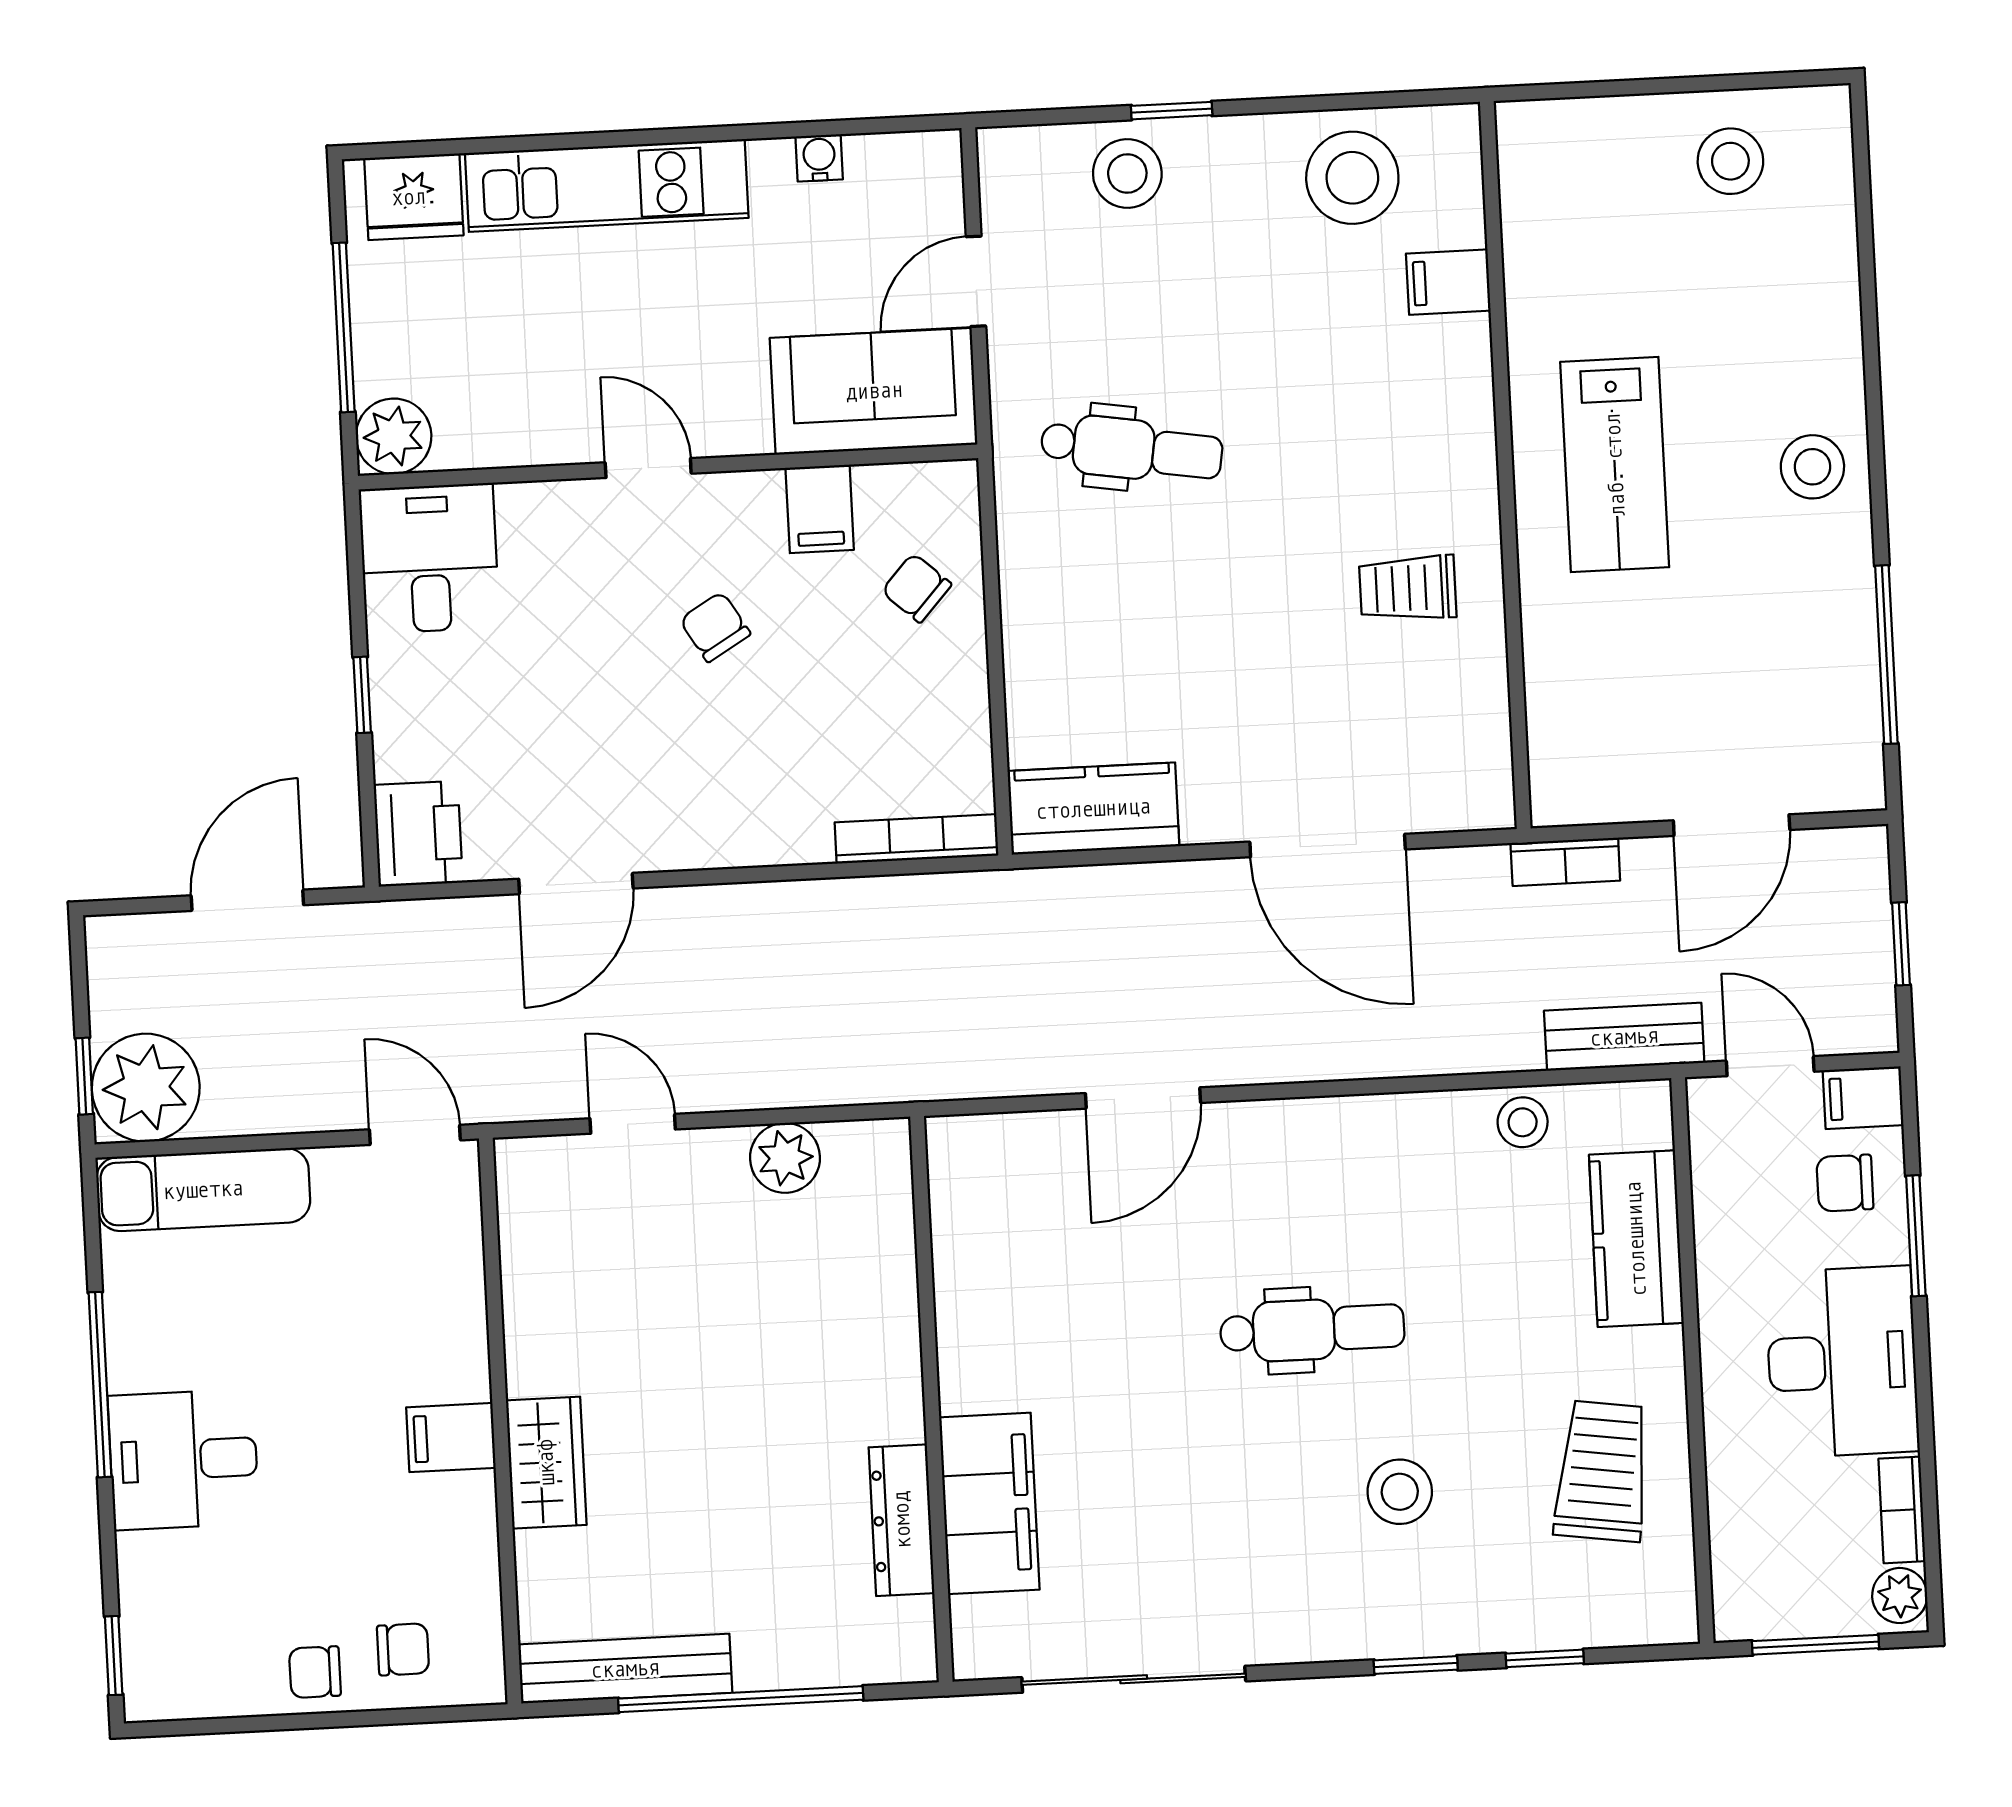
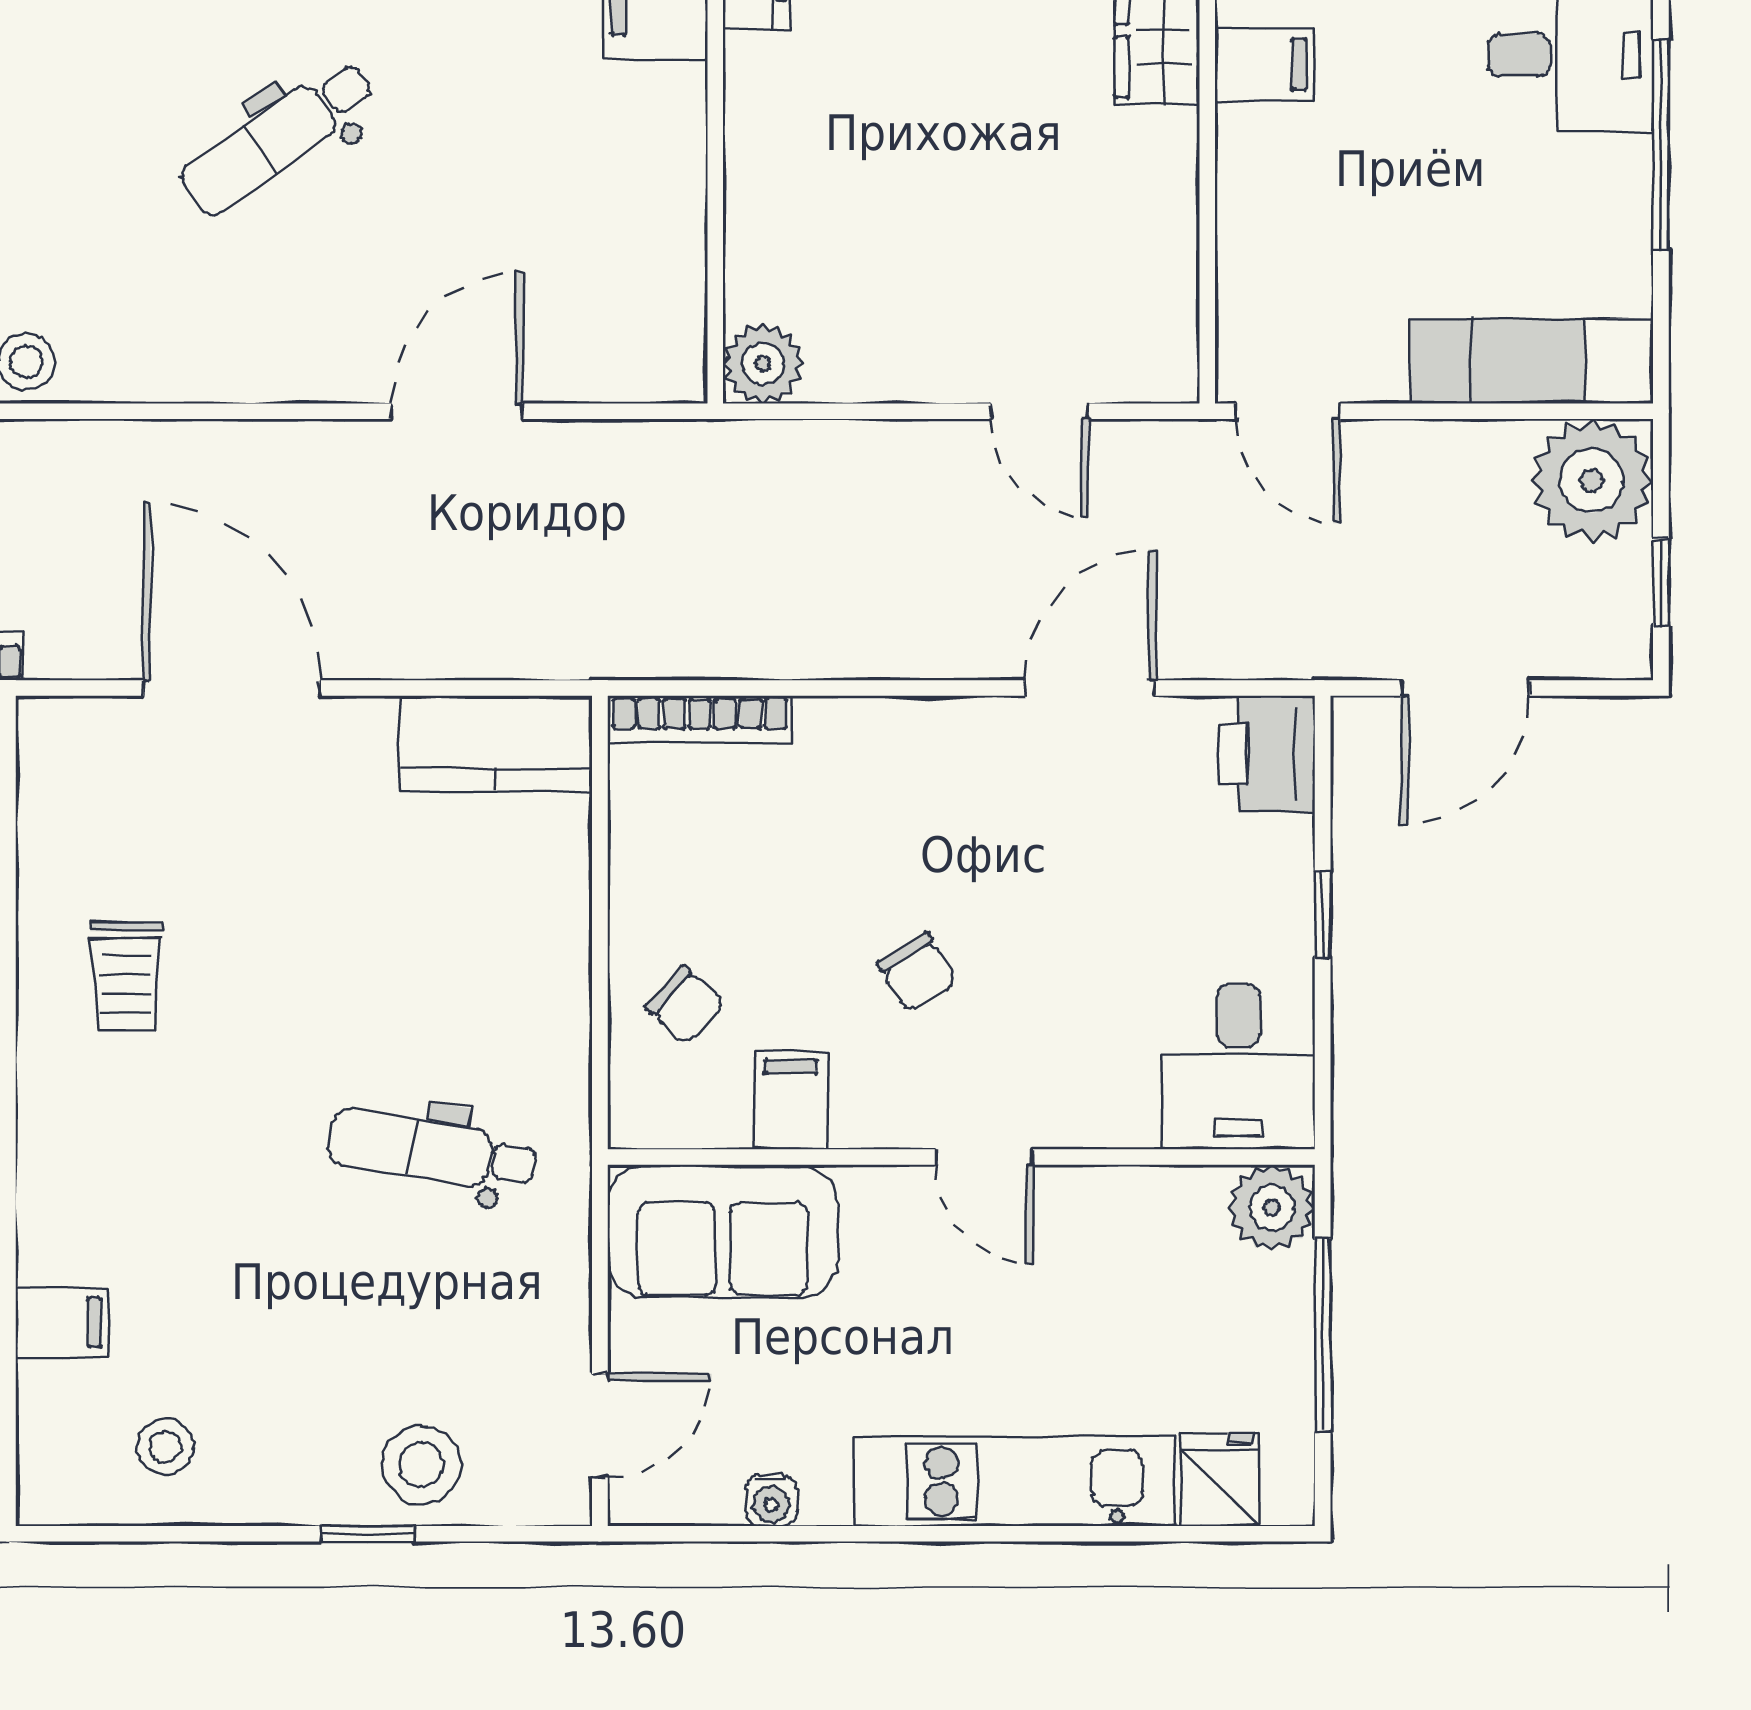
stool: (1352, 178) -> (165, 1447), width x0.53, depth x0.53
fridge: (414, 197) -> (1220, 1479), width x0.72
door: (976, 281) -> (600, 1426), moved
trolley: (1408, 588) -> (126, 976), turned 90
window: (84, 1076) -> (1661, 582), moved
plant: (785, 1158) -> (763, 364), moved
dental chair: (1312, 1330) -> (278, 138), turned -35

